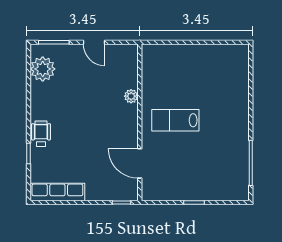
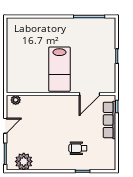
plant: (131, 96) -> (16, 100), moved
lab bench: (175, 120) -> (59, 69), width x1.36, depth x1.39
wheelchair: (41, 134) -> (78, 148), moved
row of seats: (57, 192) -> (109, 120), moved

